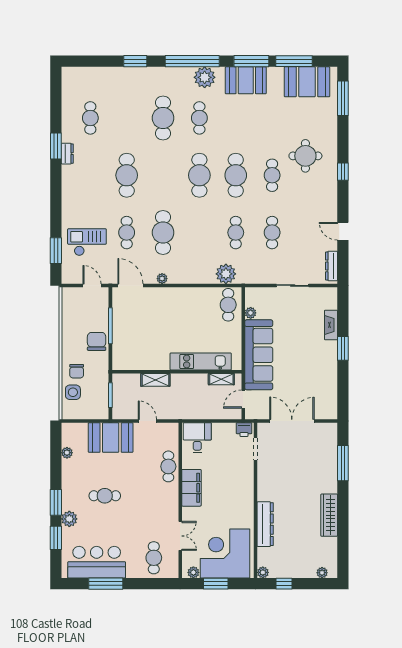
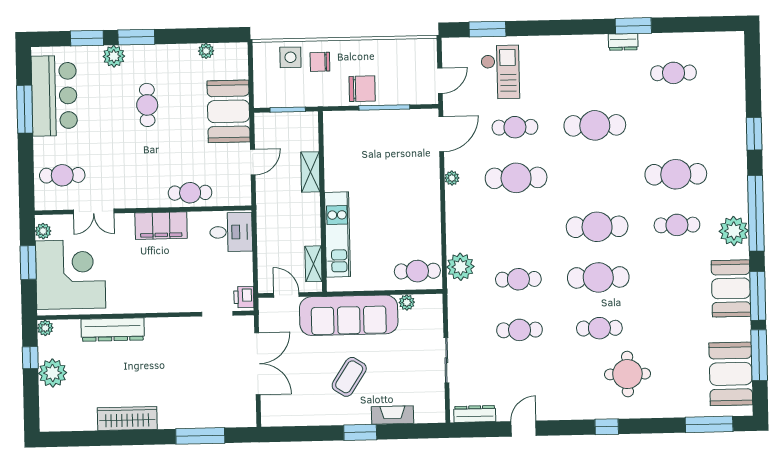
coffee table: (303, 355) -> (349, 377), added
plant: (322, 573) -> (53, 373), moved, width x1.88, depth x1.88

